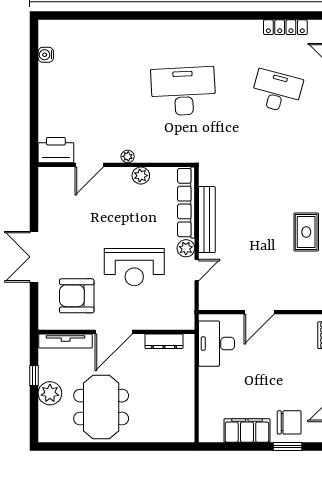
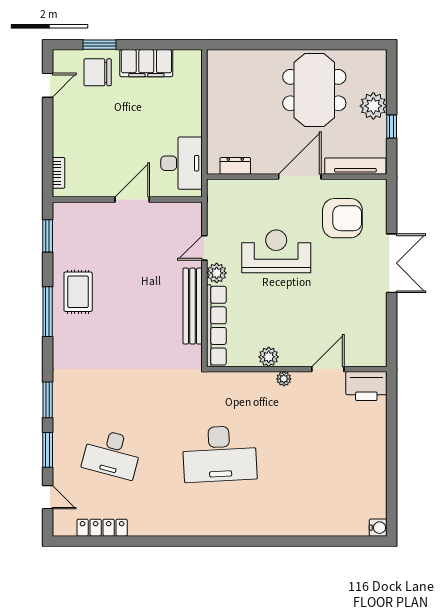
water cooler: (46, 55) -> (378, 528), moved
dresser: (164, 341) -> (235, 166), width x0.70

